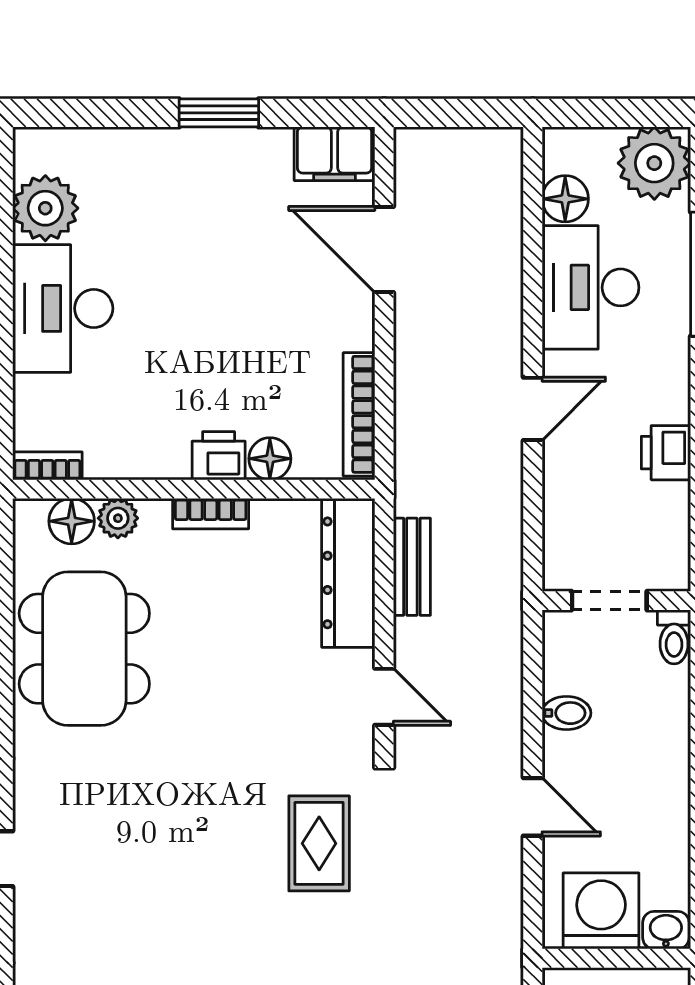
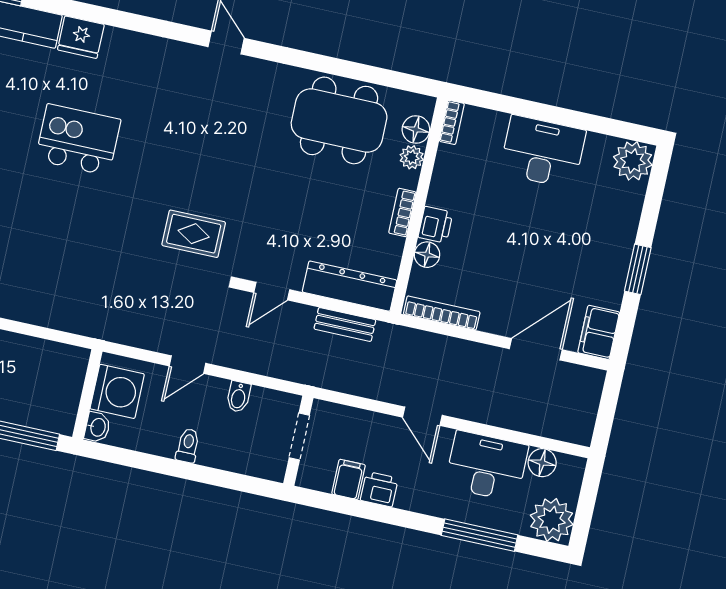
plant: (45, 208) -> (633, 161), moved
filing cabinet: (661, 506) -> (349, 479), added
toilet: (674, 637) -> (188, 446), moved, turned 90

